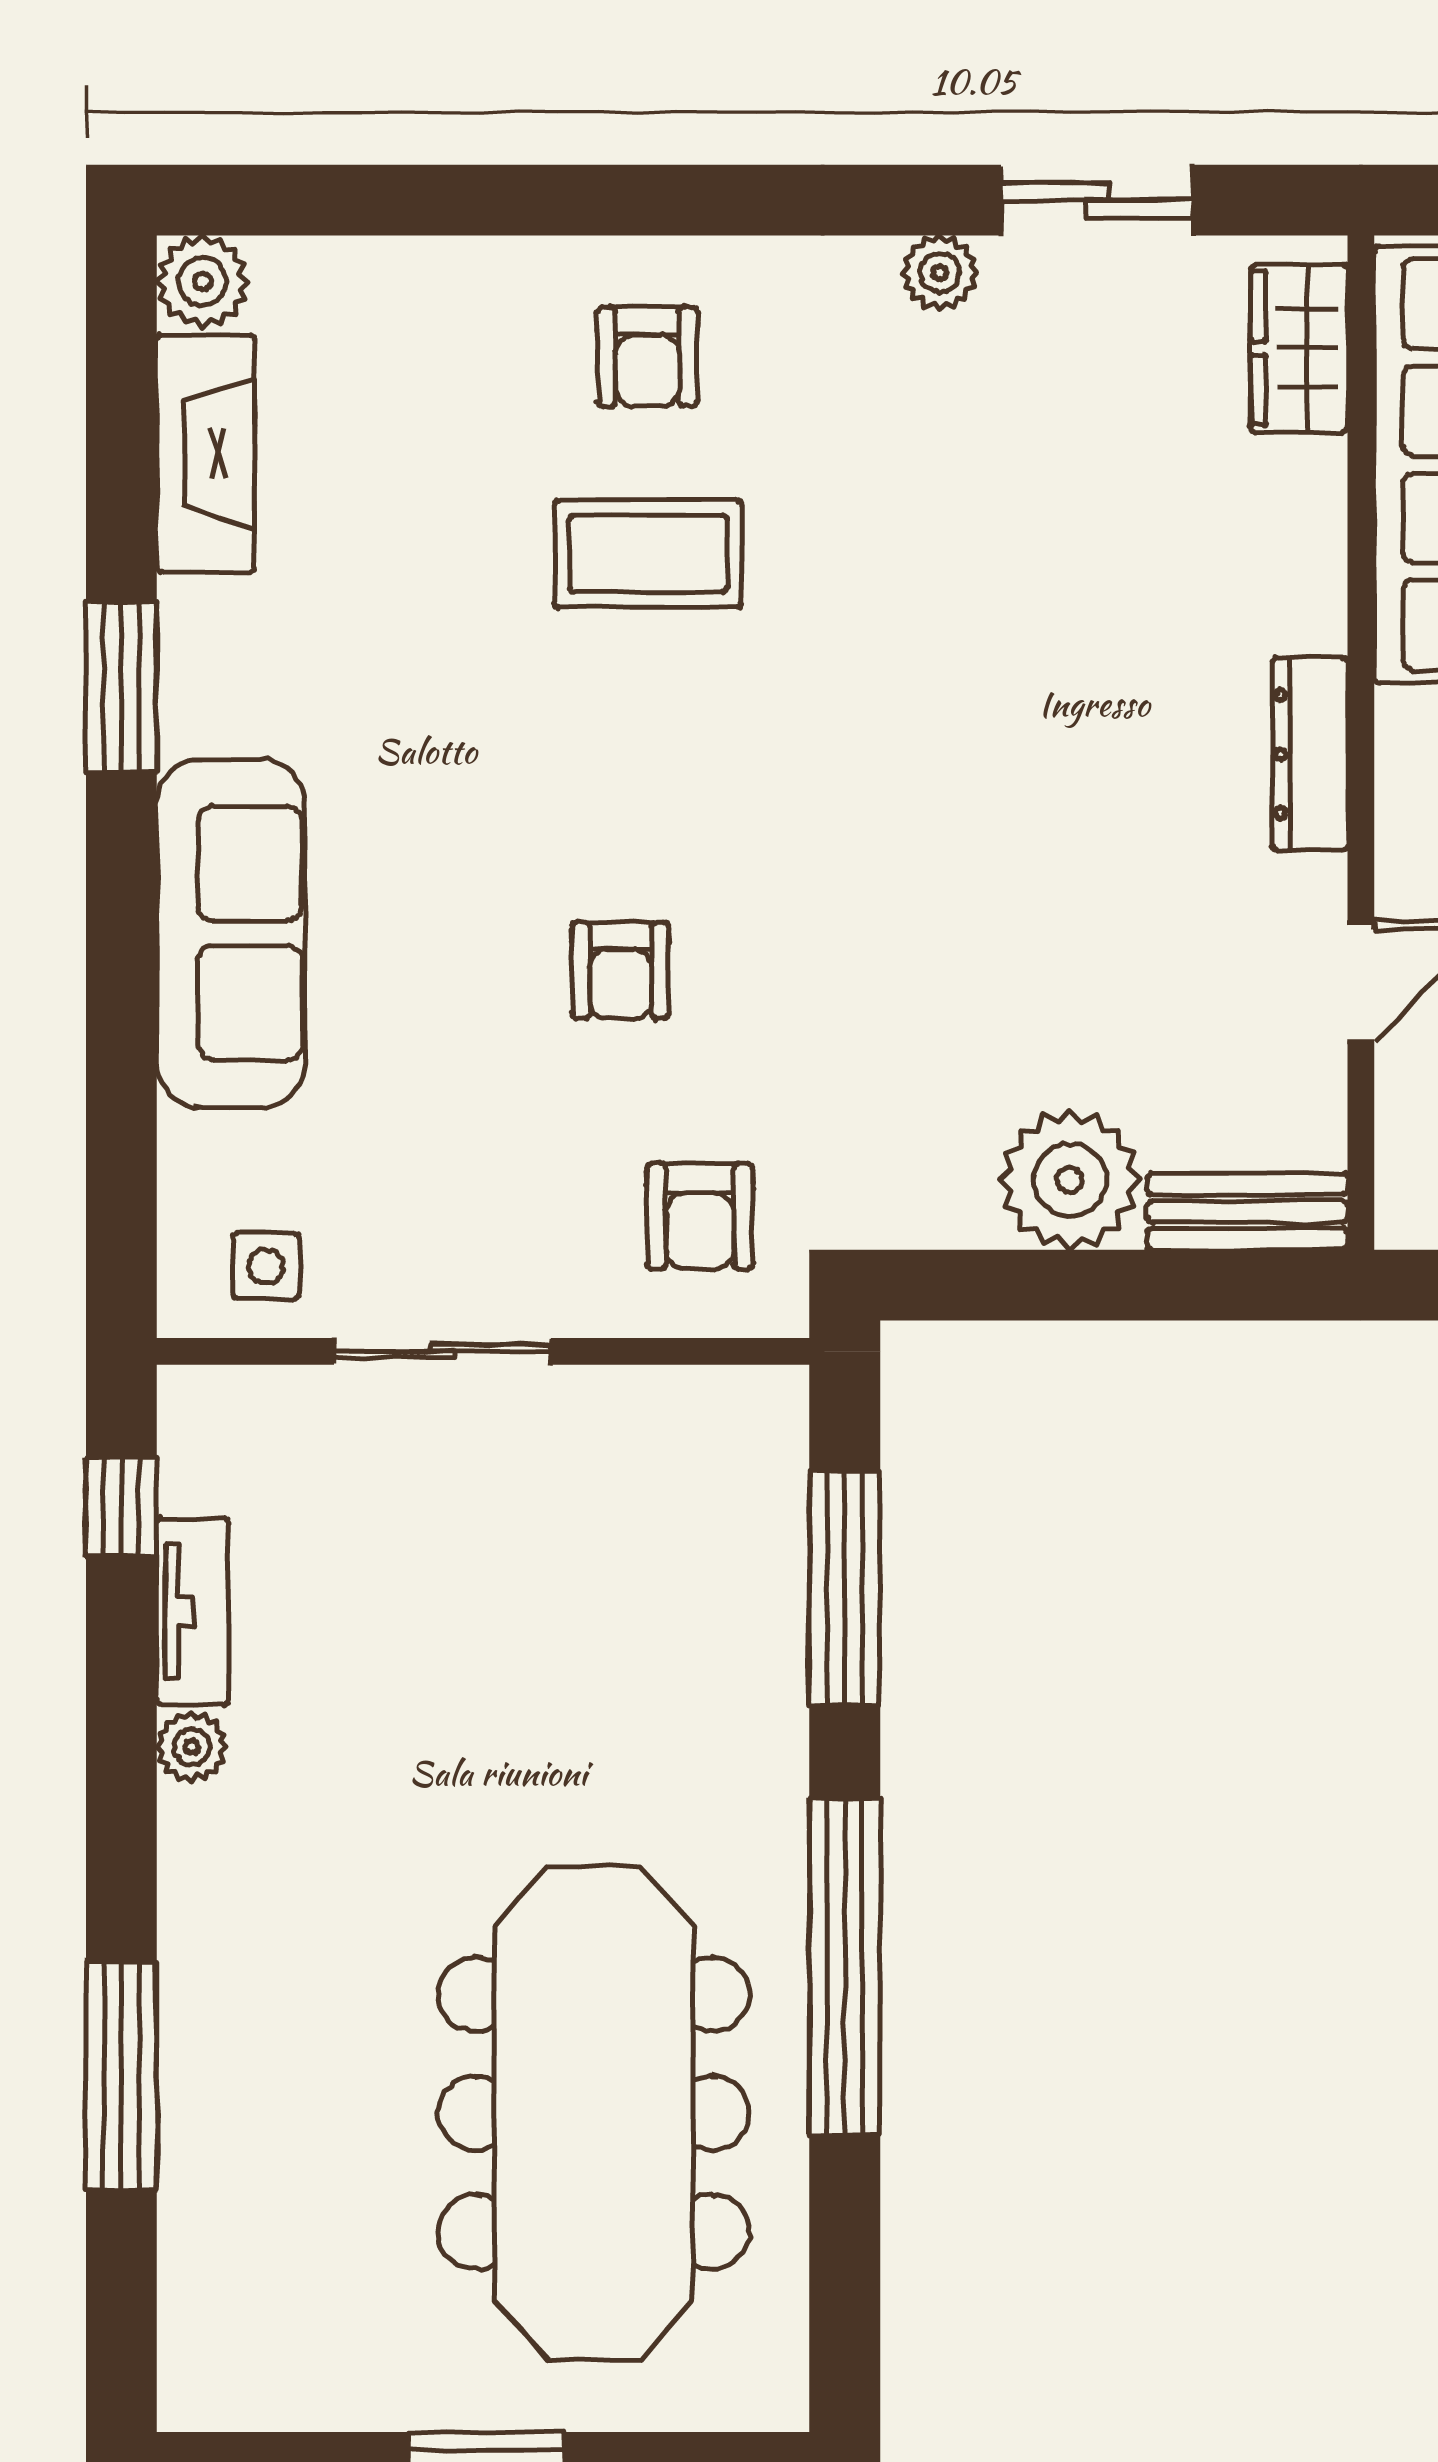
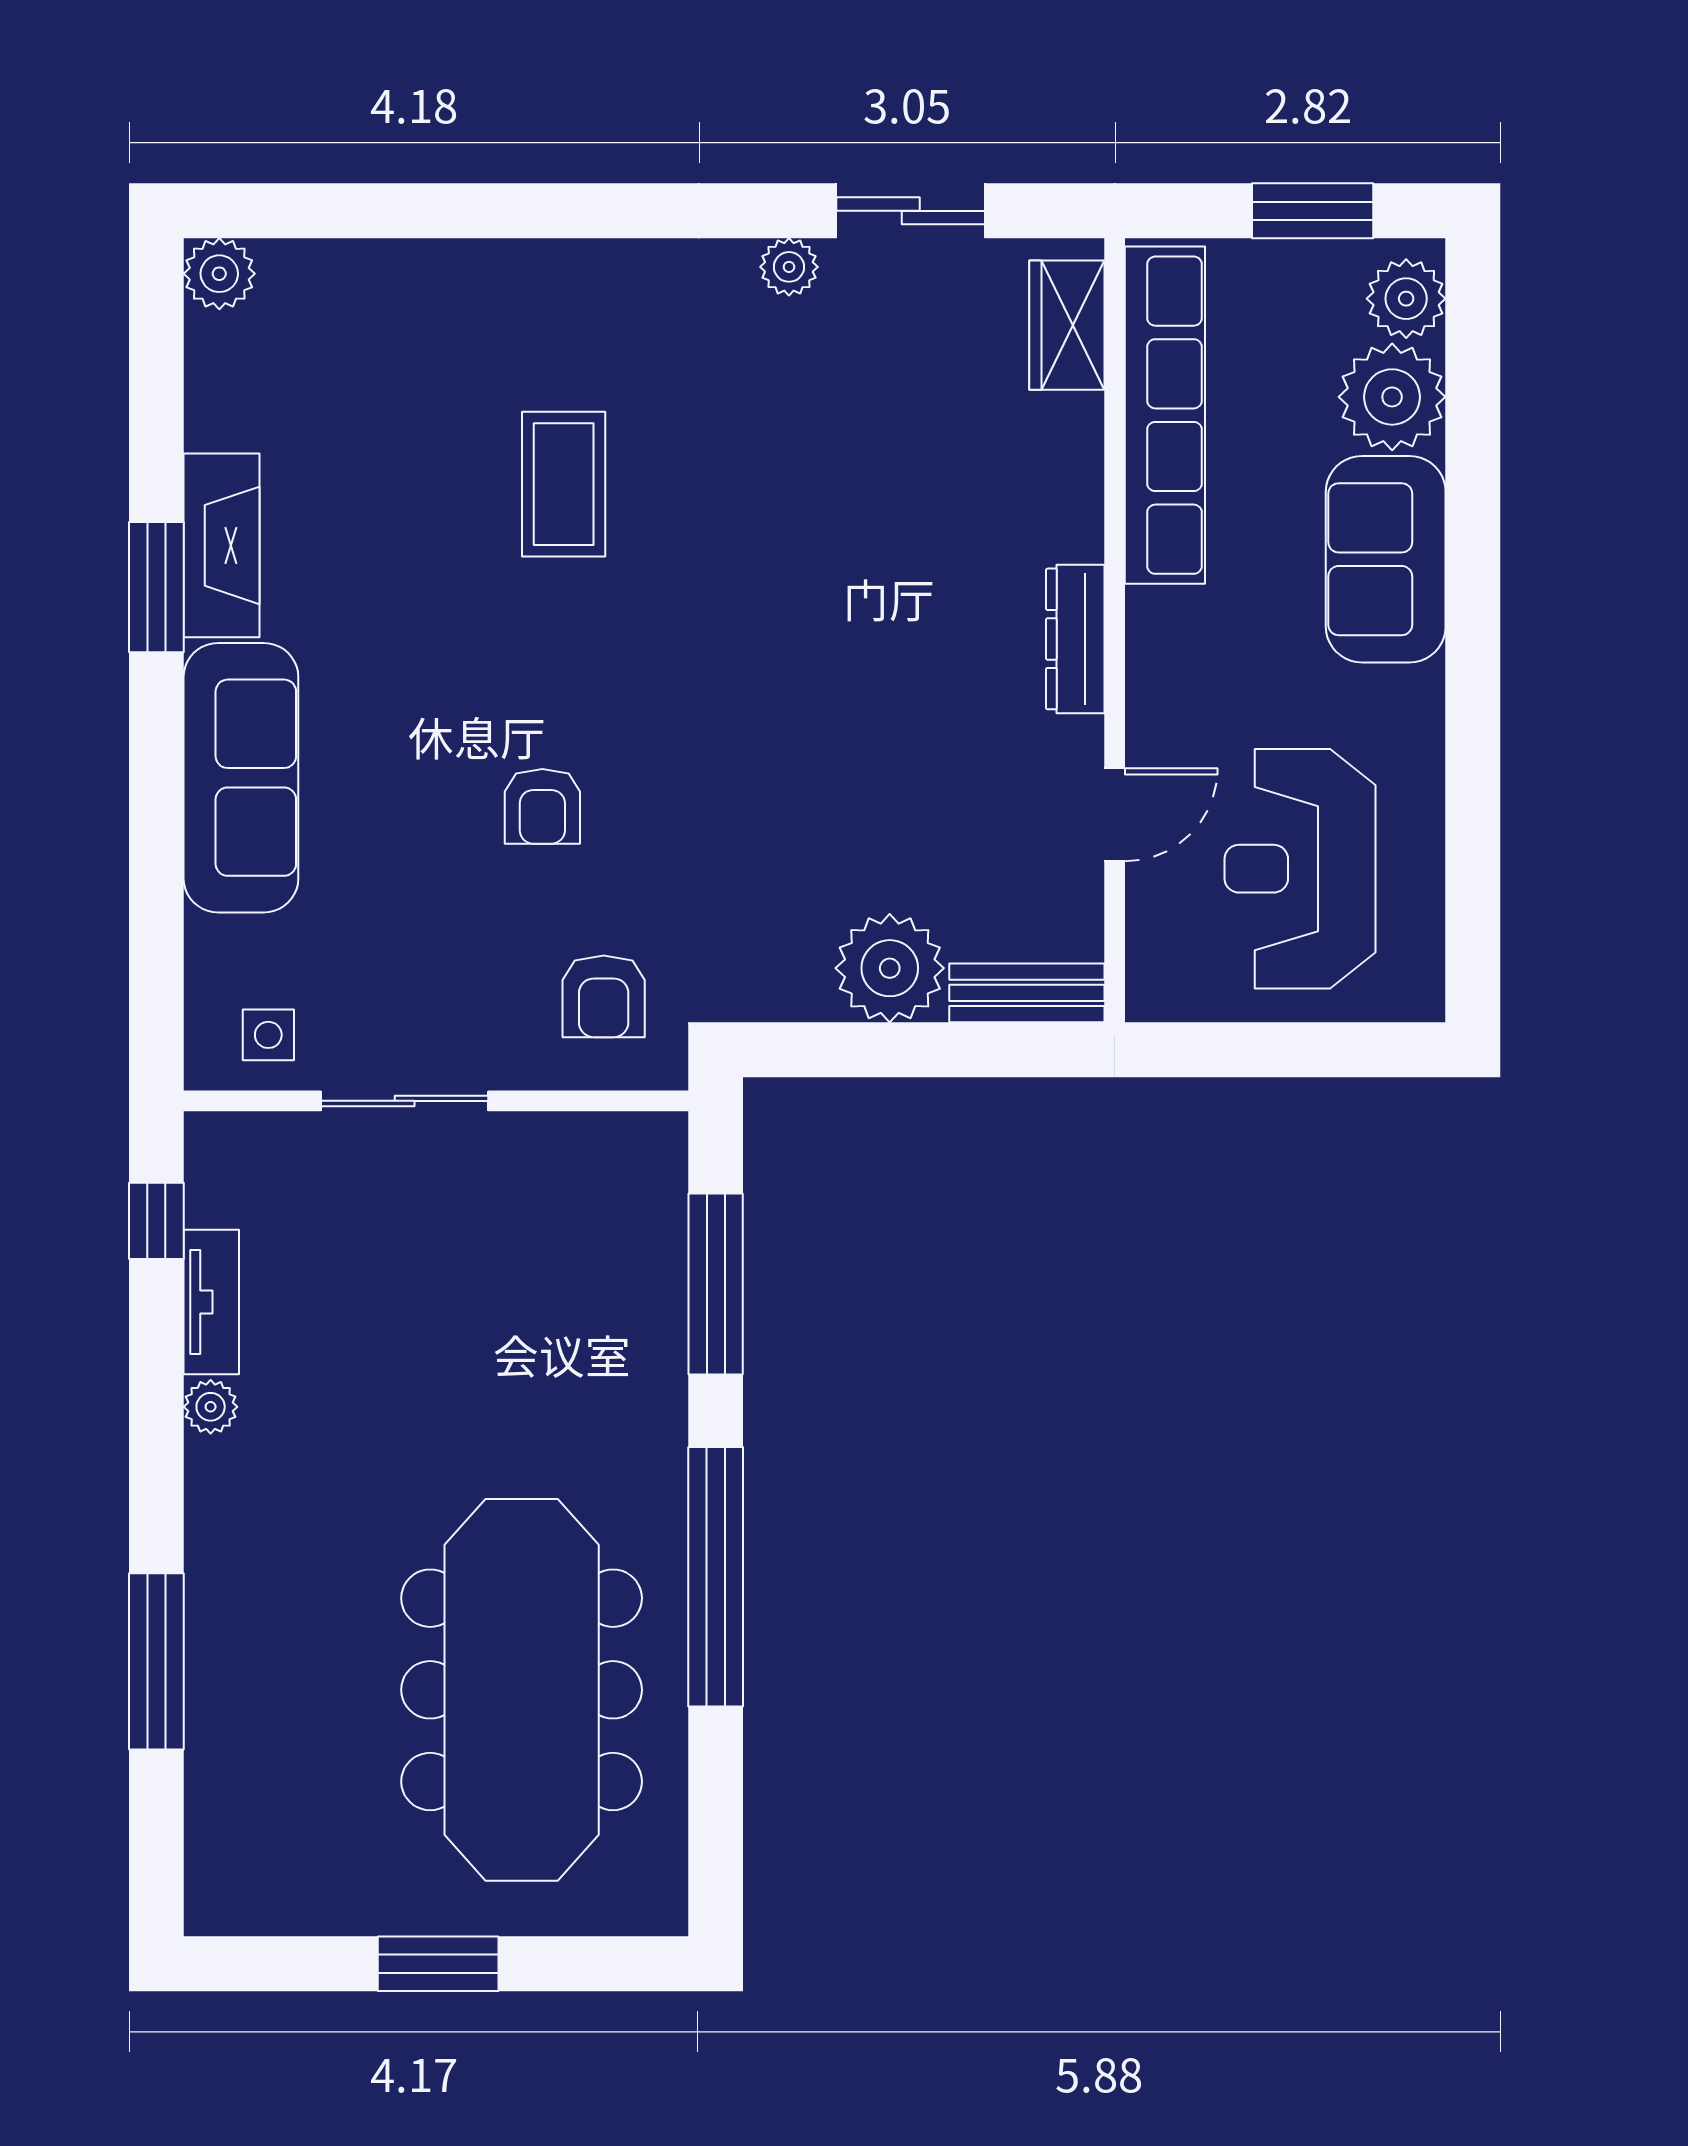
armchair: (647, 357) -> (563, 332), removed
fireplace: (206, 454) -> (221, 545), moved
coffee table: (648, 554) -> (564, 484), turned 90

